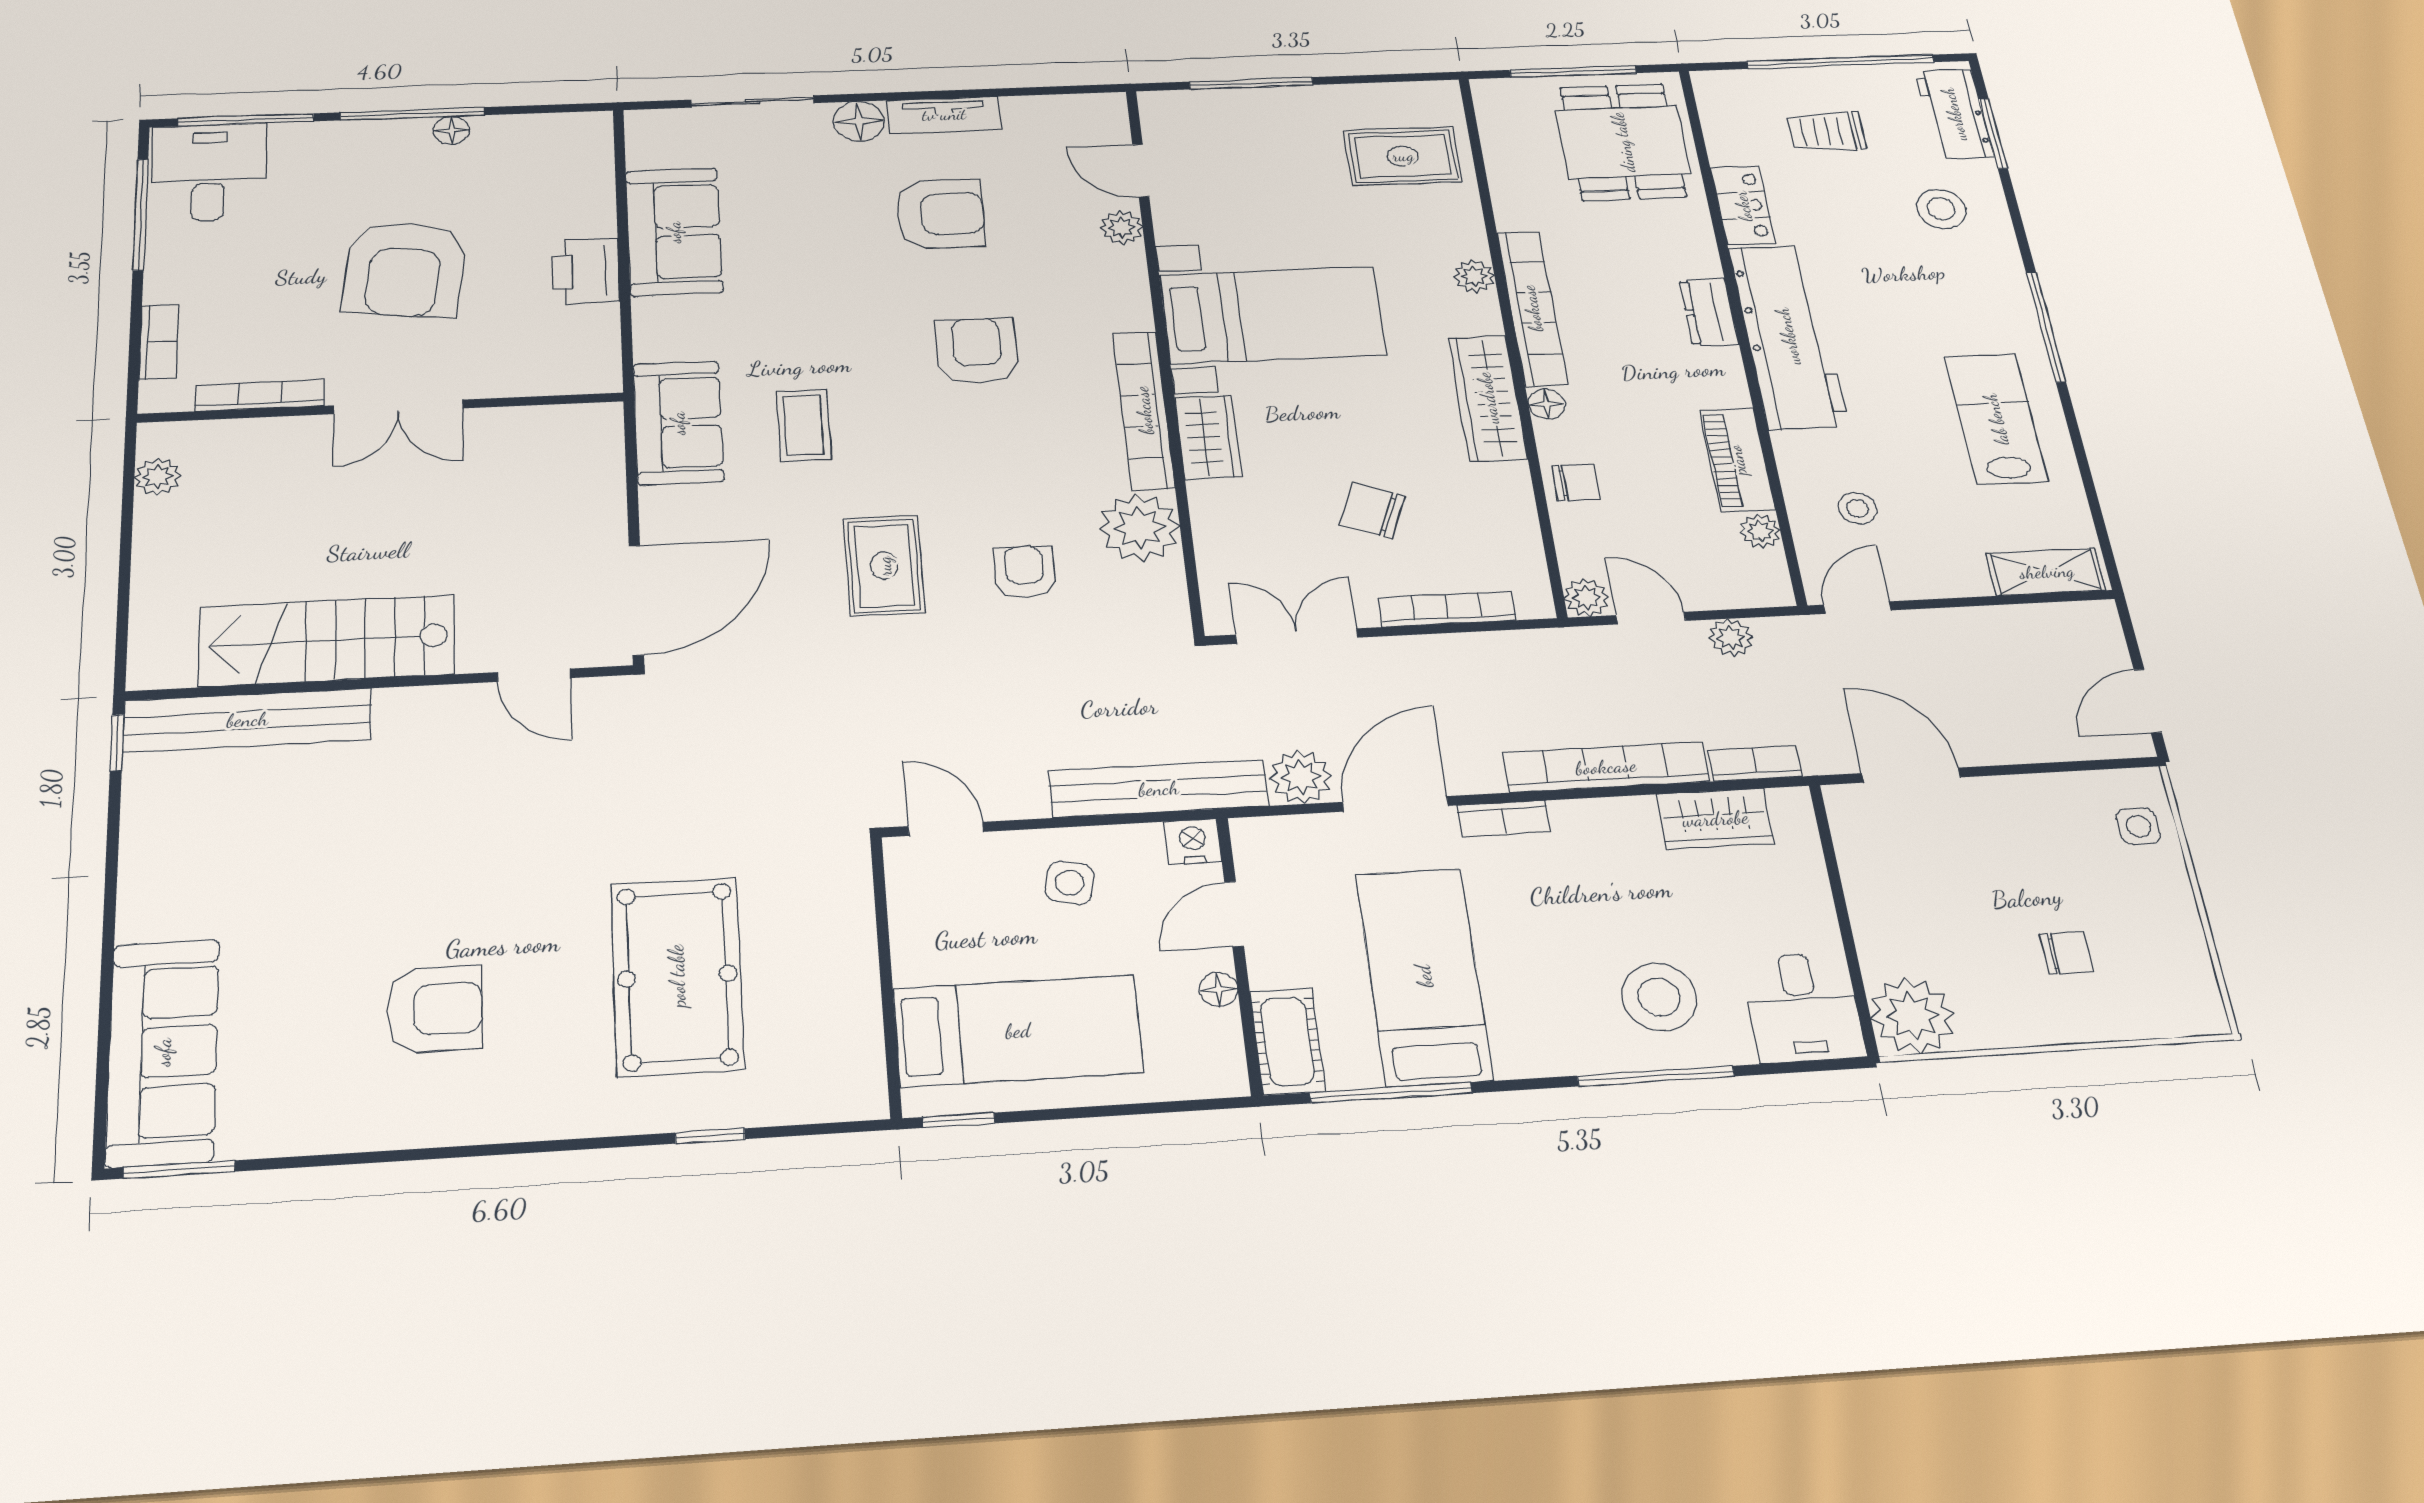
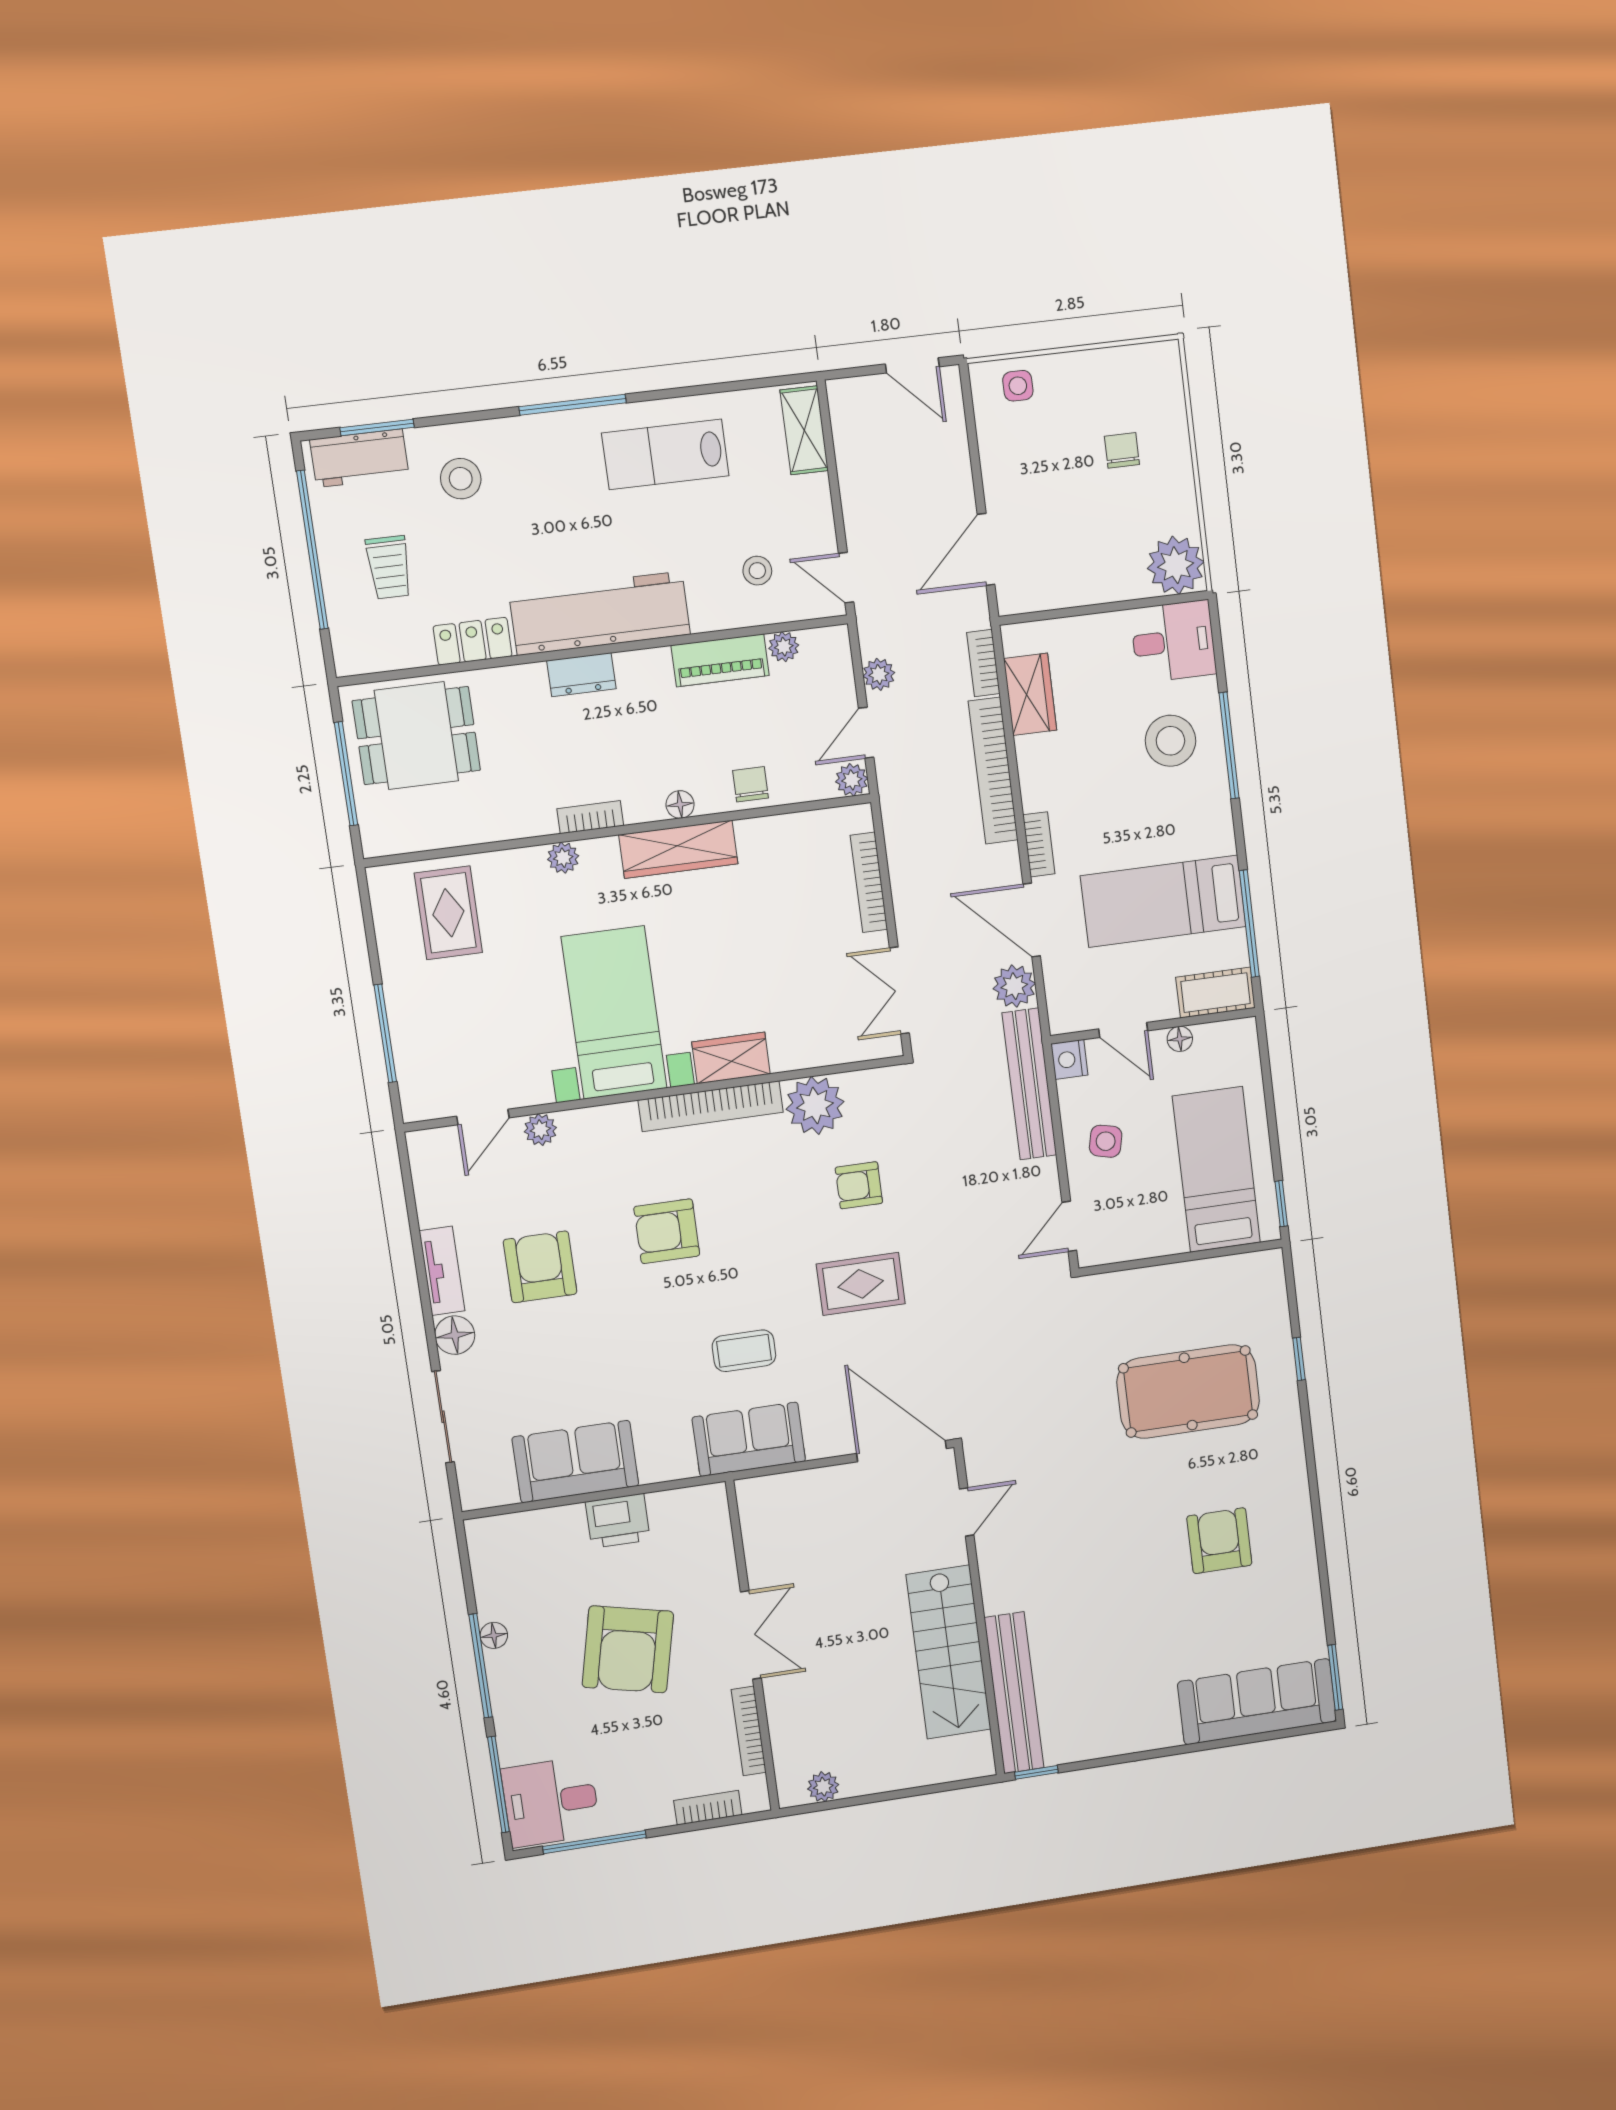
armchair: (405, 269) -> (628, 1649), turned 96
bookcase: (1532, 308) -> (590, 817), width x0.43, depth x0.76
chair: (1372, 510) -> (787, 936), removed

